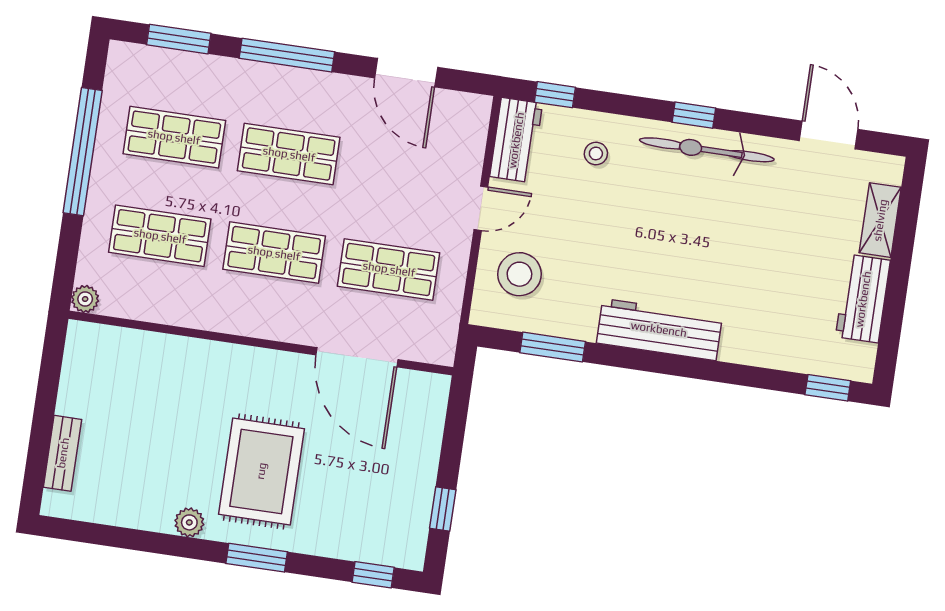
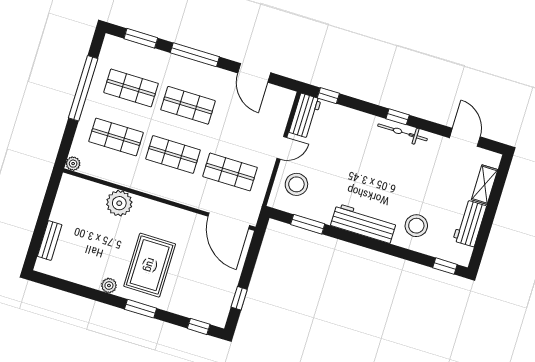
bicycle: (707, 150) -> (402, 132), width x0.73, depth x0.71
stool: (596, 153) -> (416, 226), moved, width x1.89, depth x1.89
door: (357, 357) -> (229, 221), moved
plant: (185, 362) -> (119, 203), added

